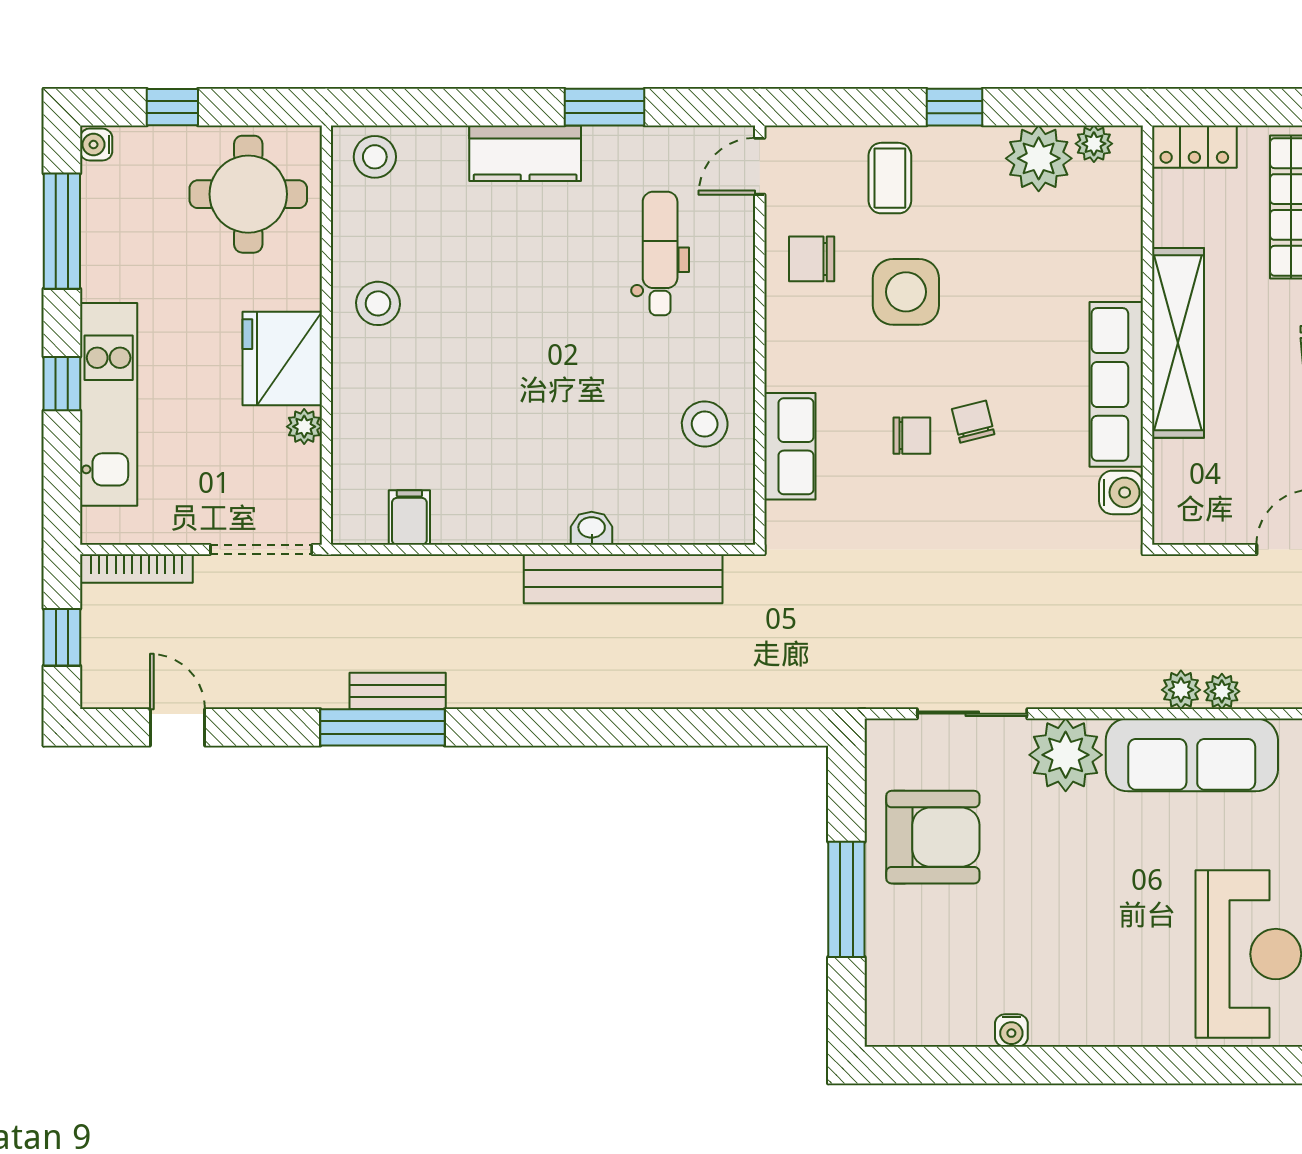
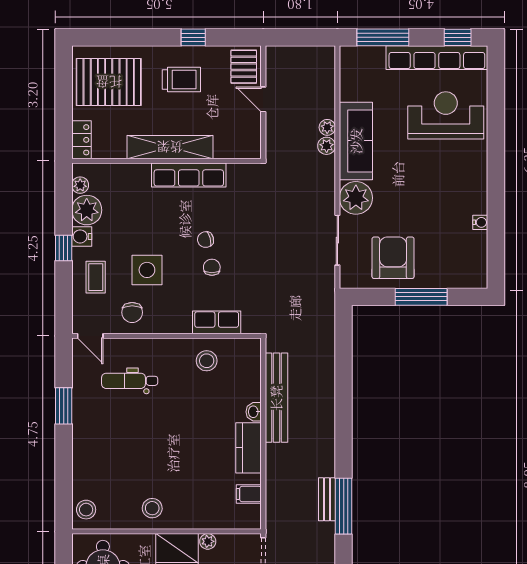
kitchen counter: (525, 153) -> (249, 448), moved, turned 180
coffee table: (890, 178) -> (96, 277), turned 90
water cooler: (1121, 492) -> (82, 236), moved, turned -90

